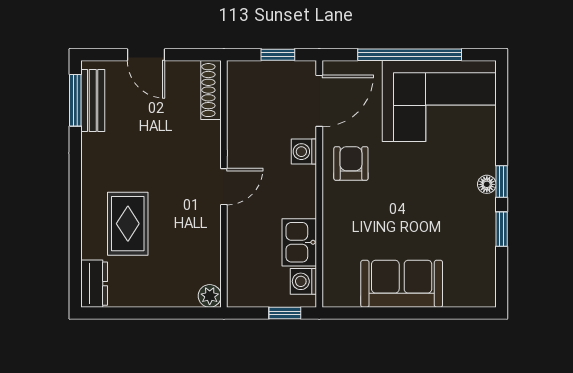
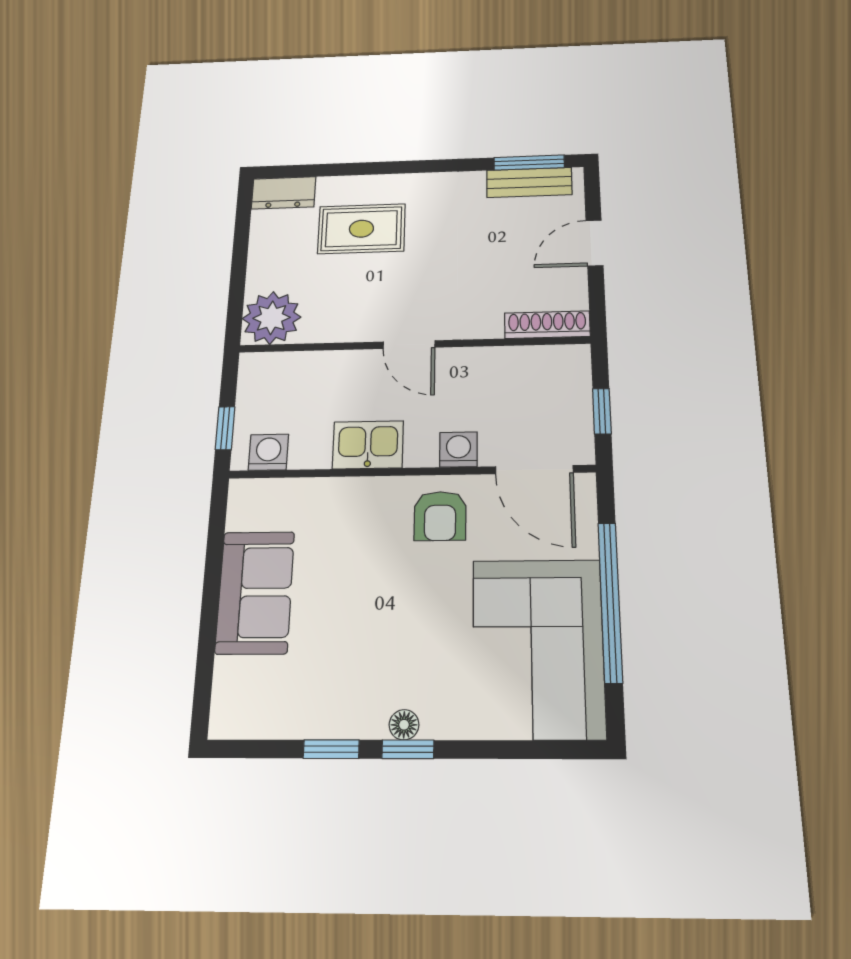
armchair: (351, 163) -> (440, 516), turned 90
kitchen sink: (299, 242) -> (368, 445), moved
plant: (210, 296) -> (272, 318), width x1.88, depth x1.88

